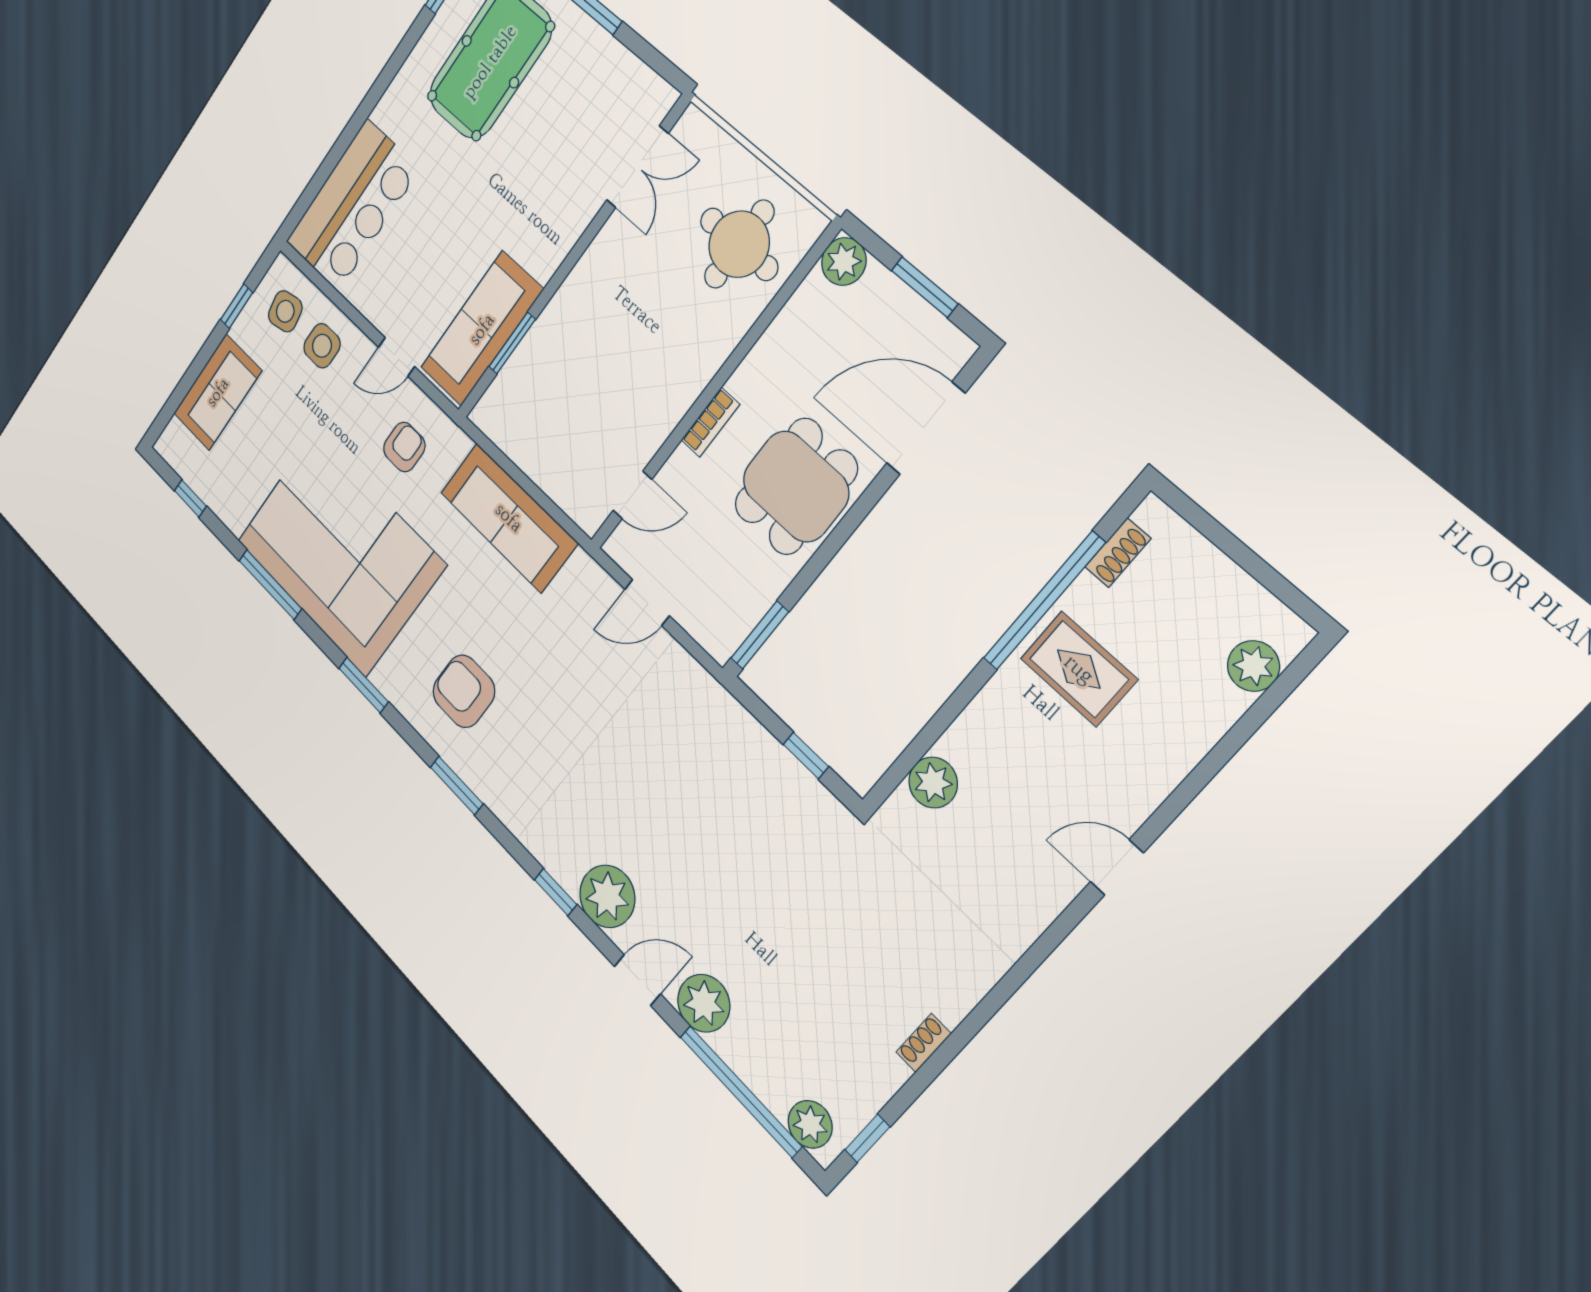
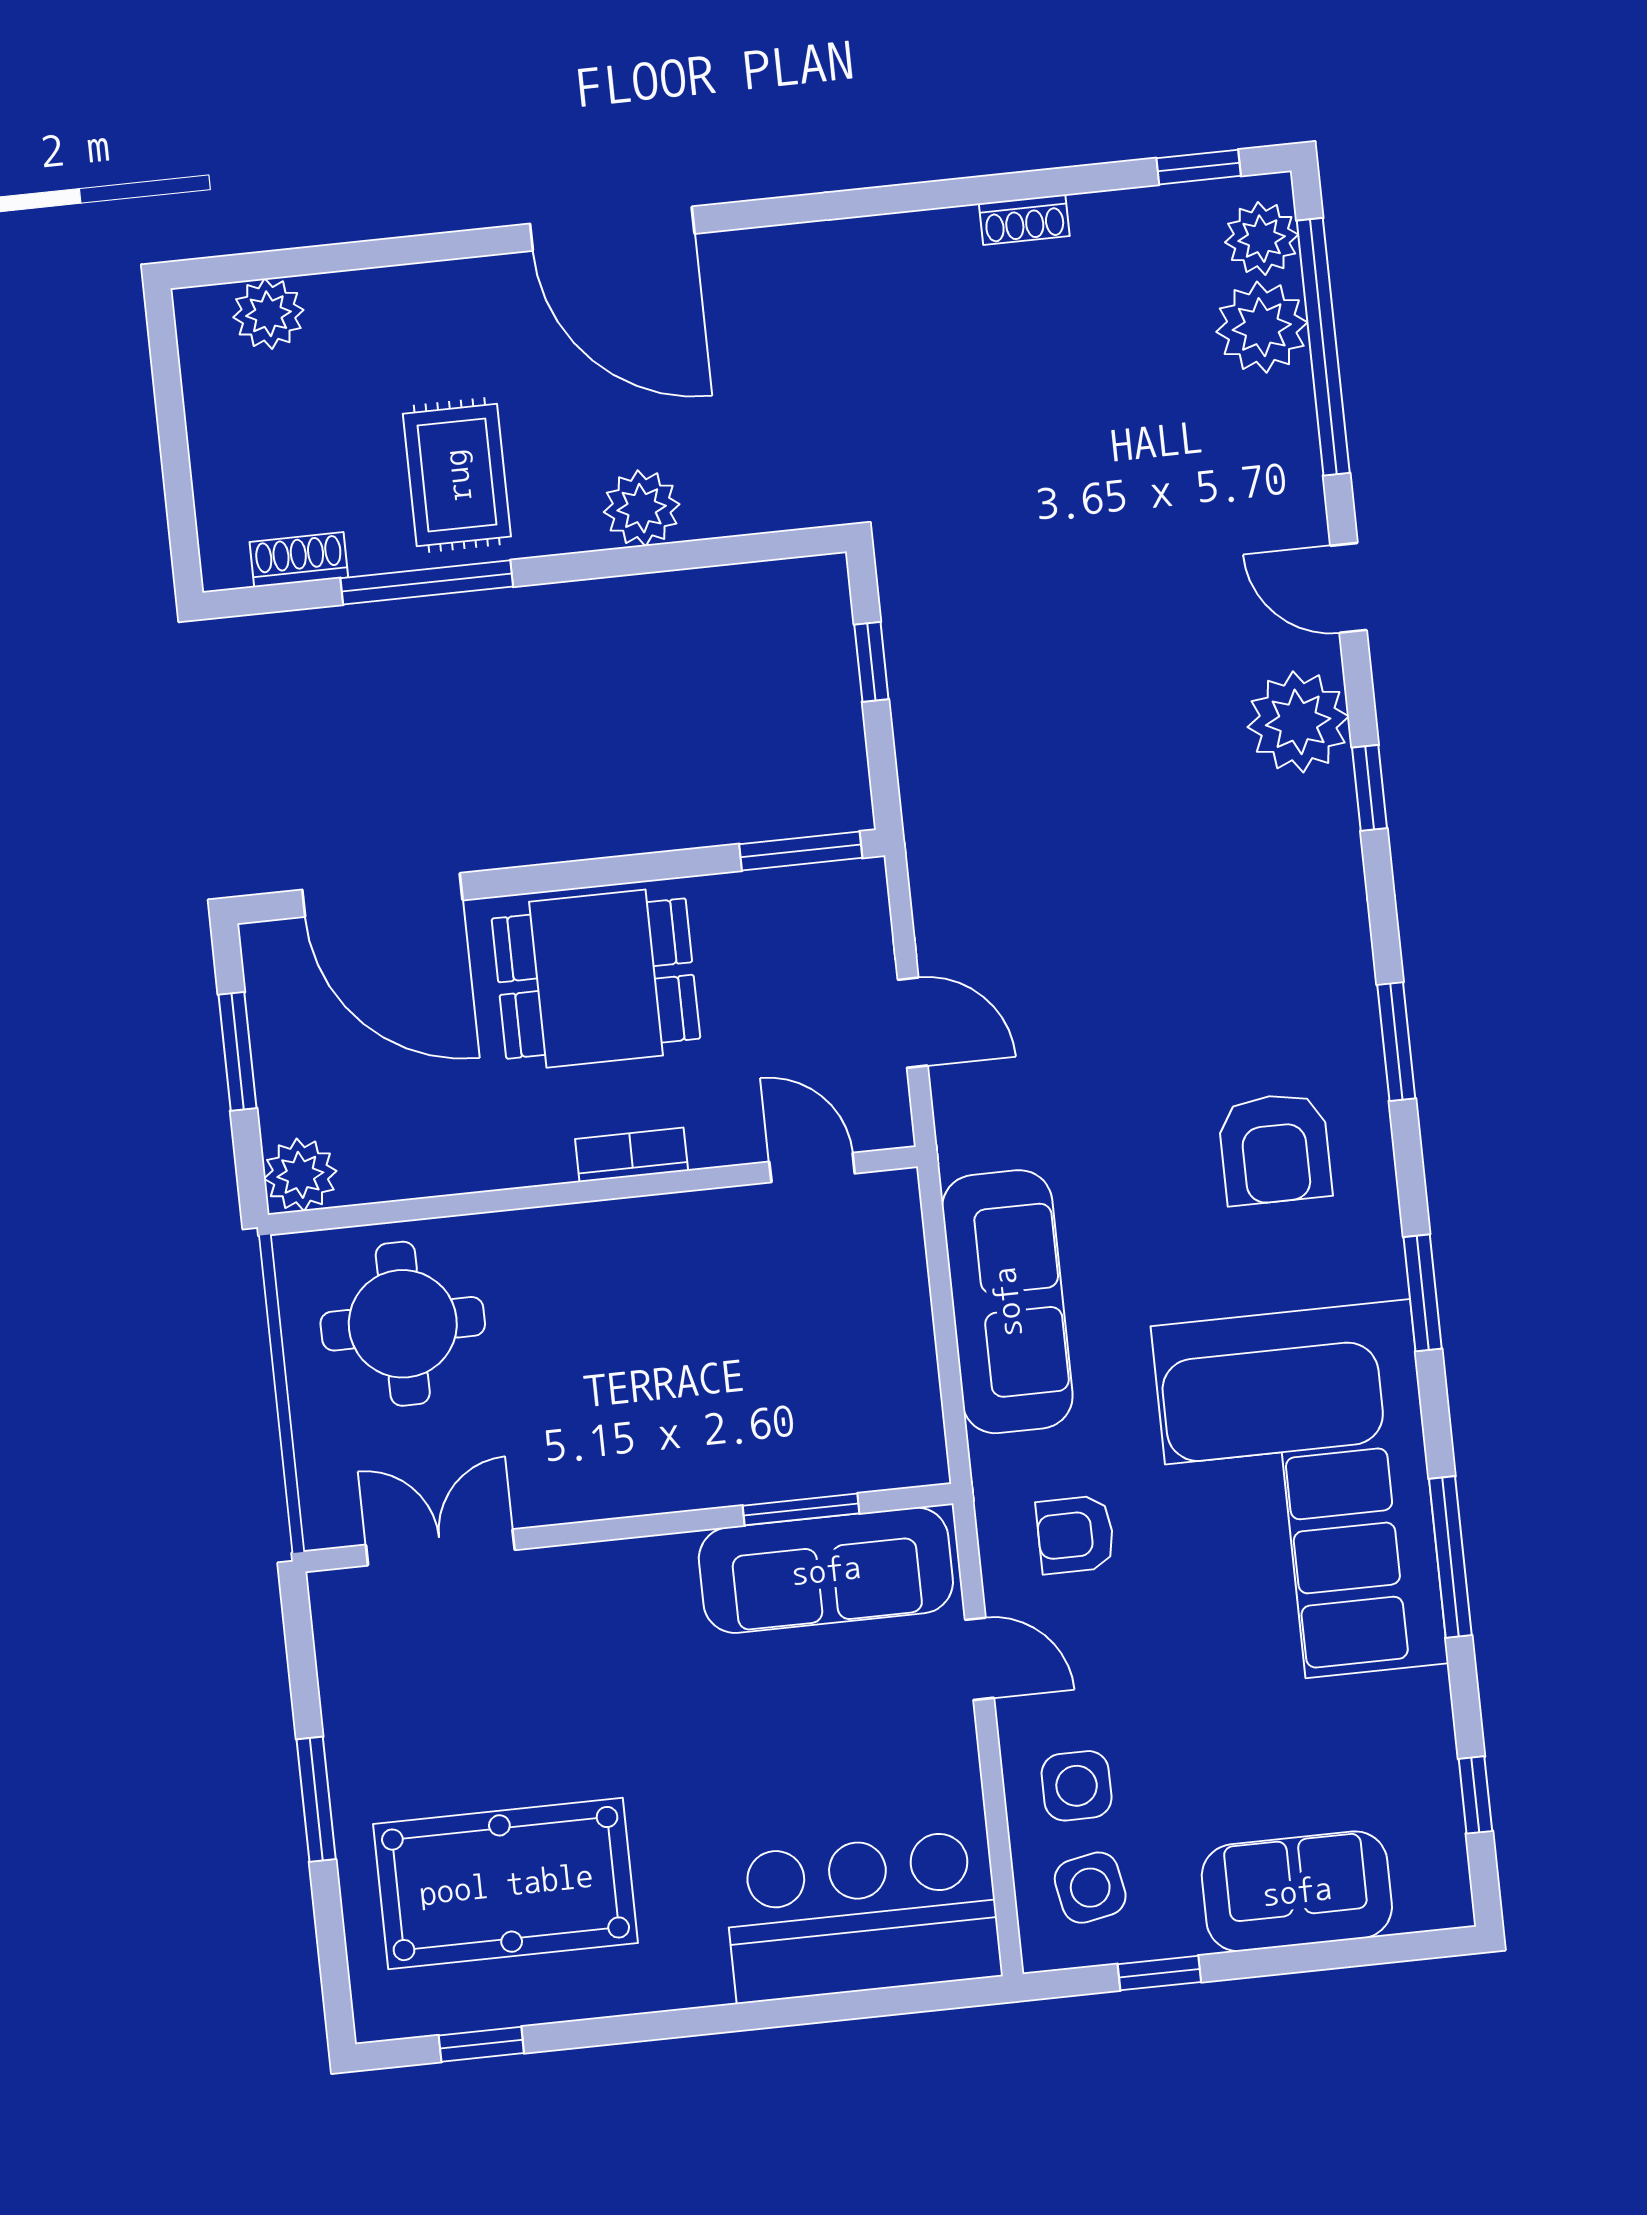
window: (1044, 601) -> (427, 582), width x0.68
plant: (933, 783) -> (642, 508), moved
door: (1117, 867) -> (612, 229), width x1.88
plant: (704, 1003) -> (1262, 327), moved

